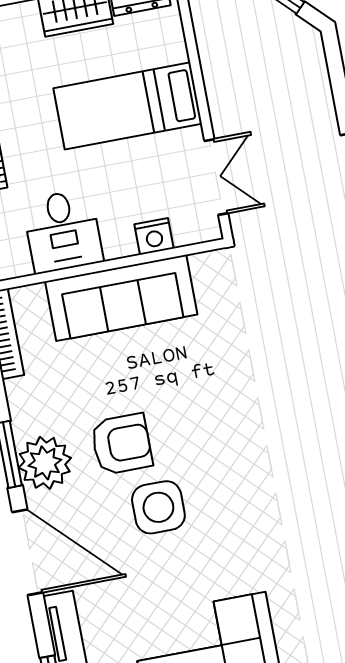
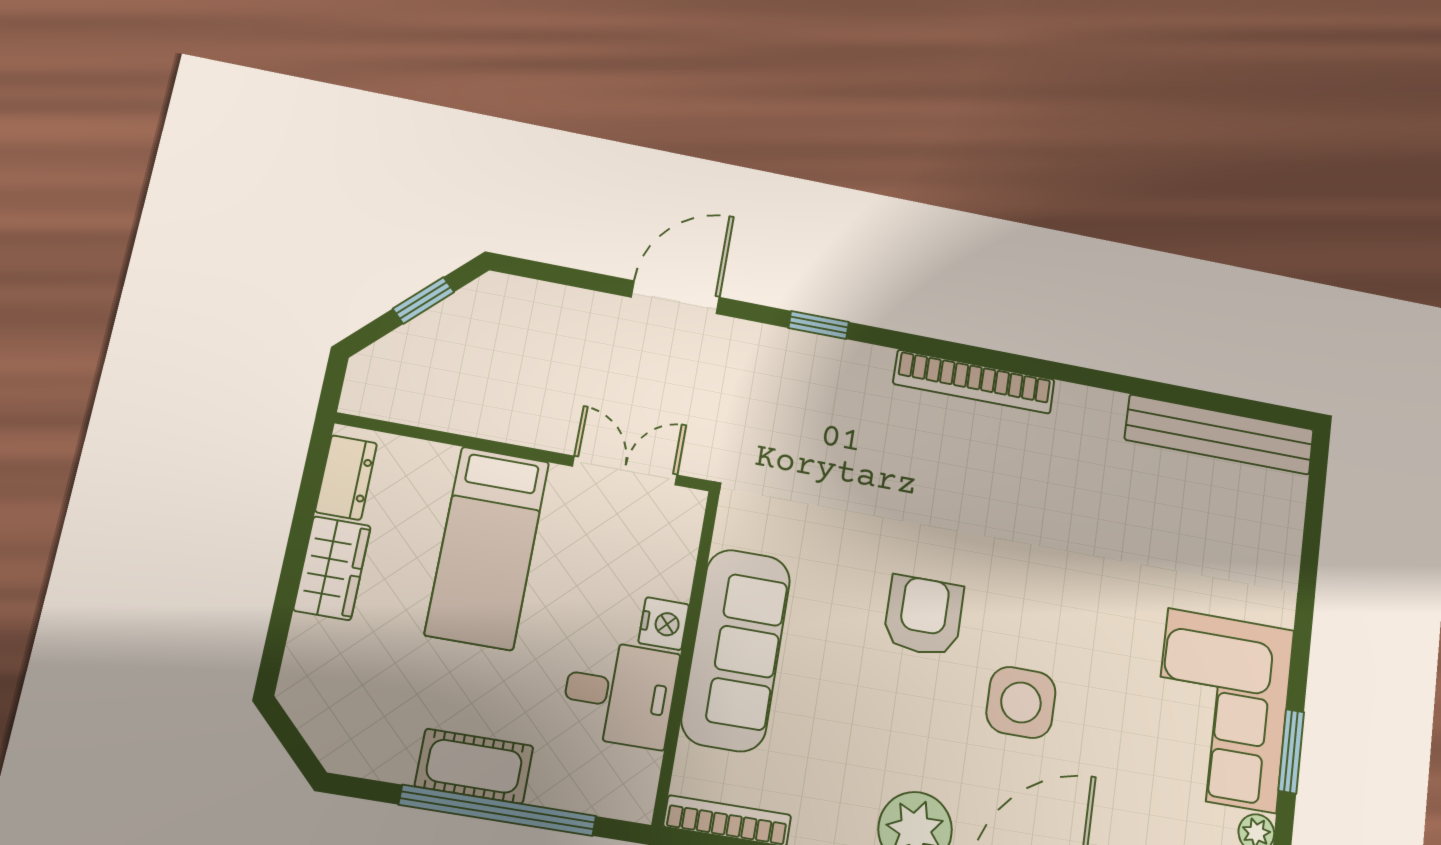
nightstand: (154, 236) -> (664, 624), moved
armchair: (122, 444) -> (924, 616), moved

